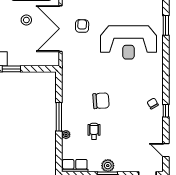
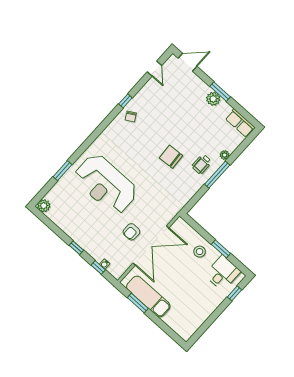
stool: (26, 20) -> (200, 252), moved
reception desk: (128, 42) -> (106, 184), turned 180
wheelchair: (94, 131) -> (202, 164), moved

